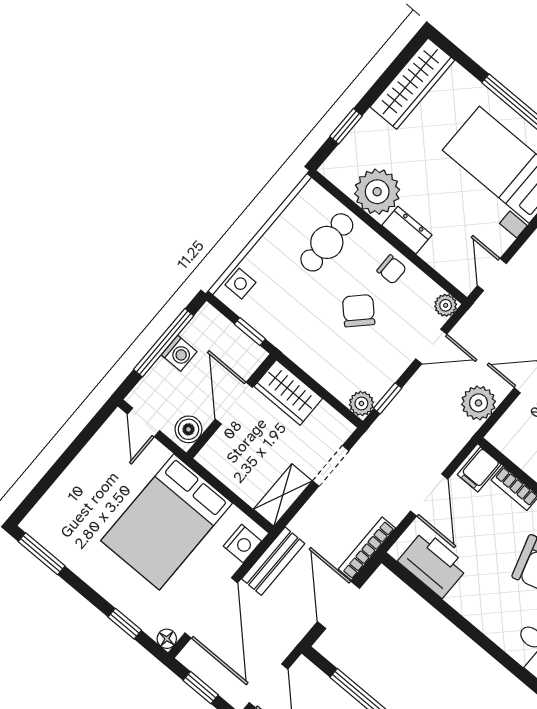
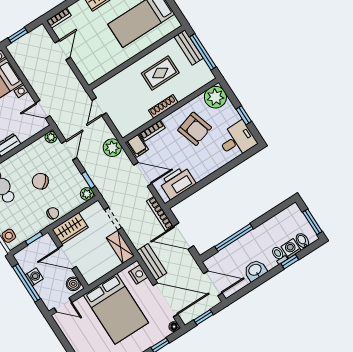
chair: (392, 269) -> (53, 213), moved
plant: (478, 403) -> (112, 148), moved

